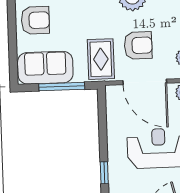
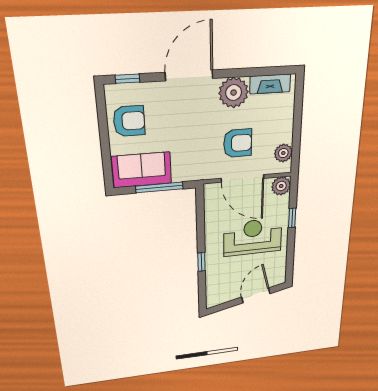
rug: (101, 59) -> (199, 159), removed

